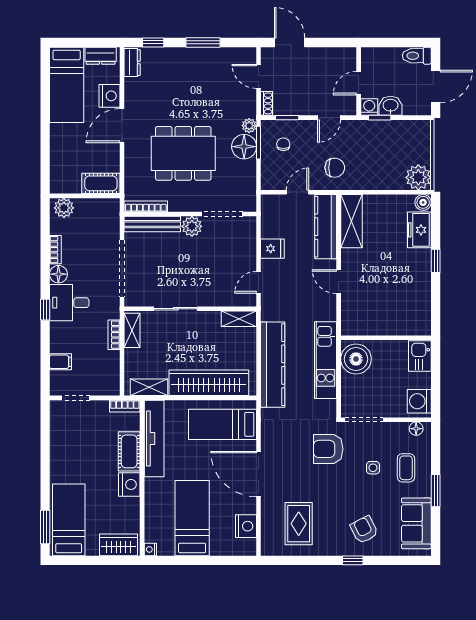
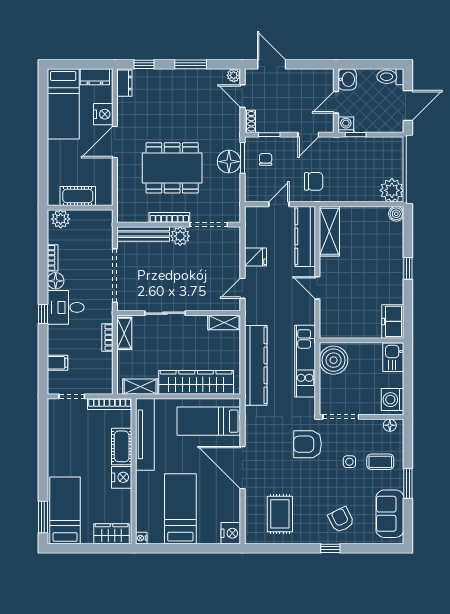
washbasin: (391, 106) -> (347, 79), moved, turned 90
plant: (249, 126) -> (234, 75), moved
cot: (101, 183) -> (78, 196), moved
bookcase: (146, 206) -> (169, 217), moved
freezer: (419, 230) -> (393, 321), moved
bookcase: (125, 406) -> (110, 404), width x1.56
coffee table: (406, 468) -> (380, 462), turned 90
nightstand: (246, 526) -> (231, 533), moved

